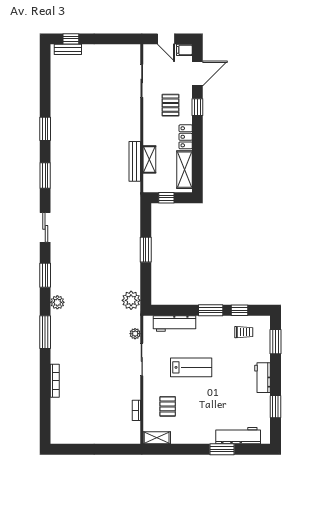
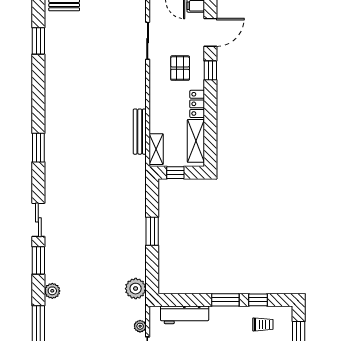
window: (45, 129) -> (38, 41), moved
shelving: (149, 159) -> (156, 149), moved
sliding door: (45, 227) -> (38, 220), moved

